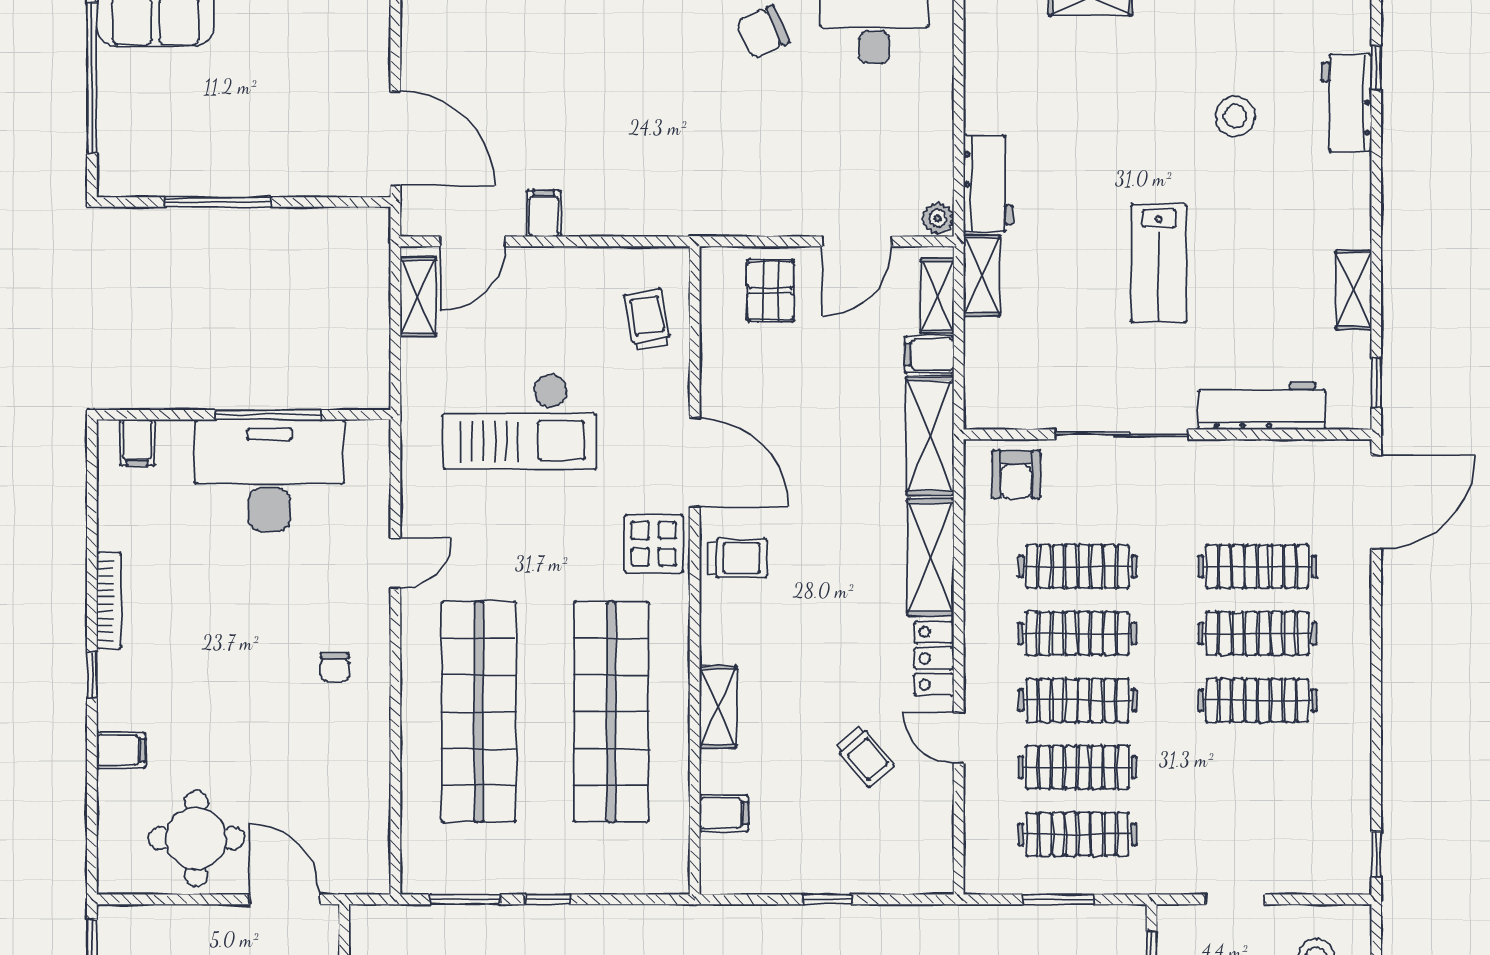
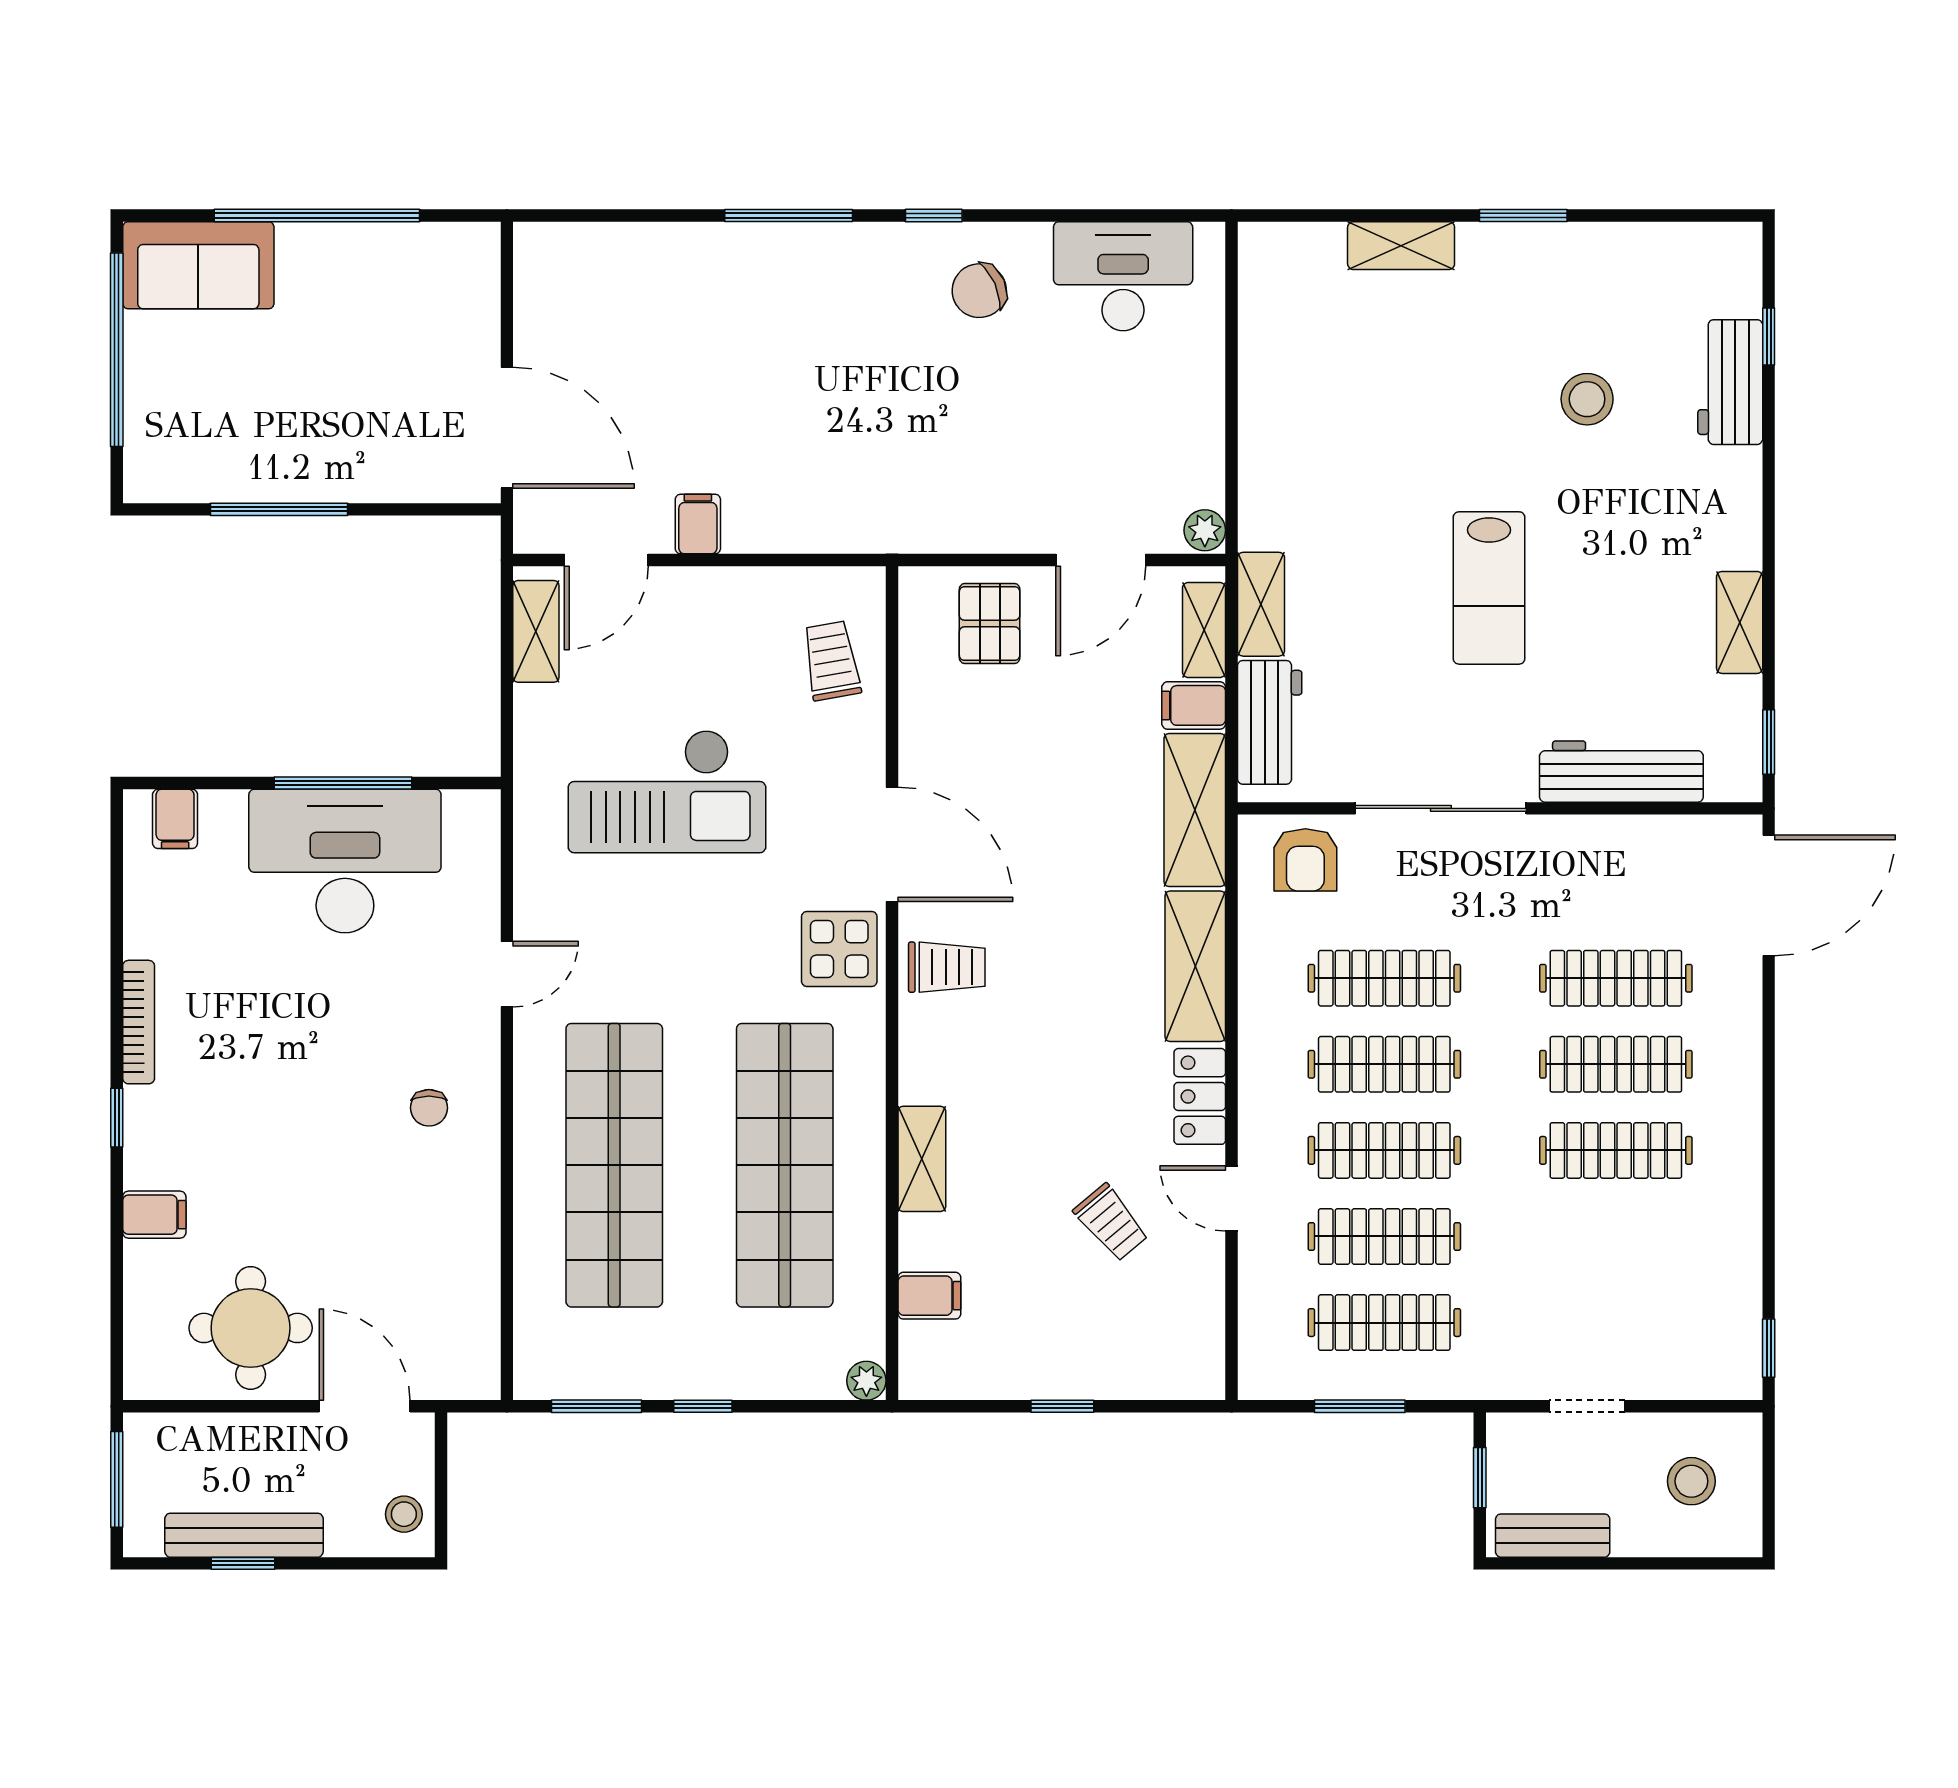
workbench: (988, 184) -> (1270, 722), moved
plant: (675, 879) -> (866, 1381), added

